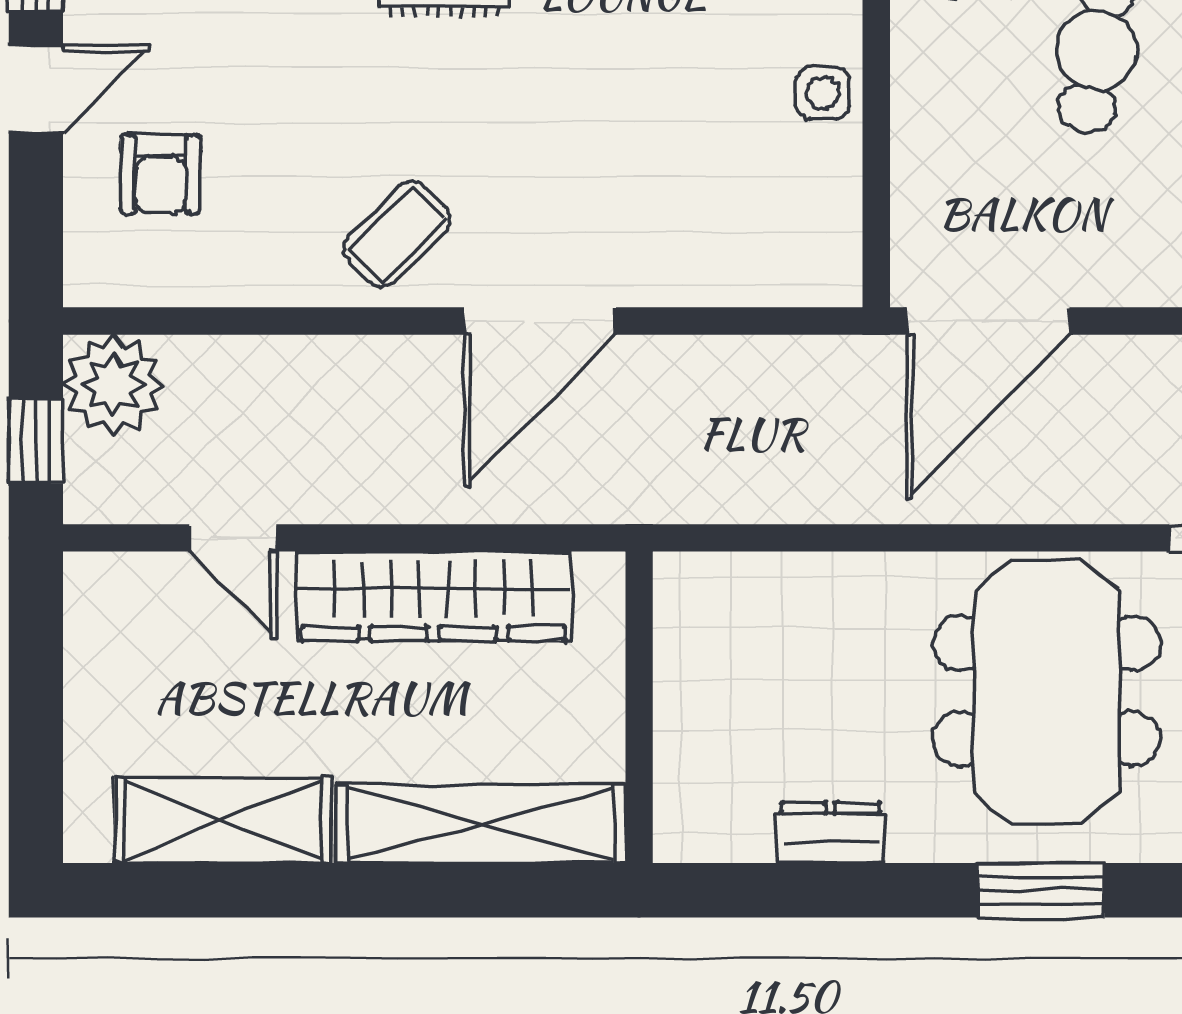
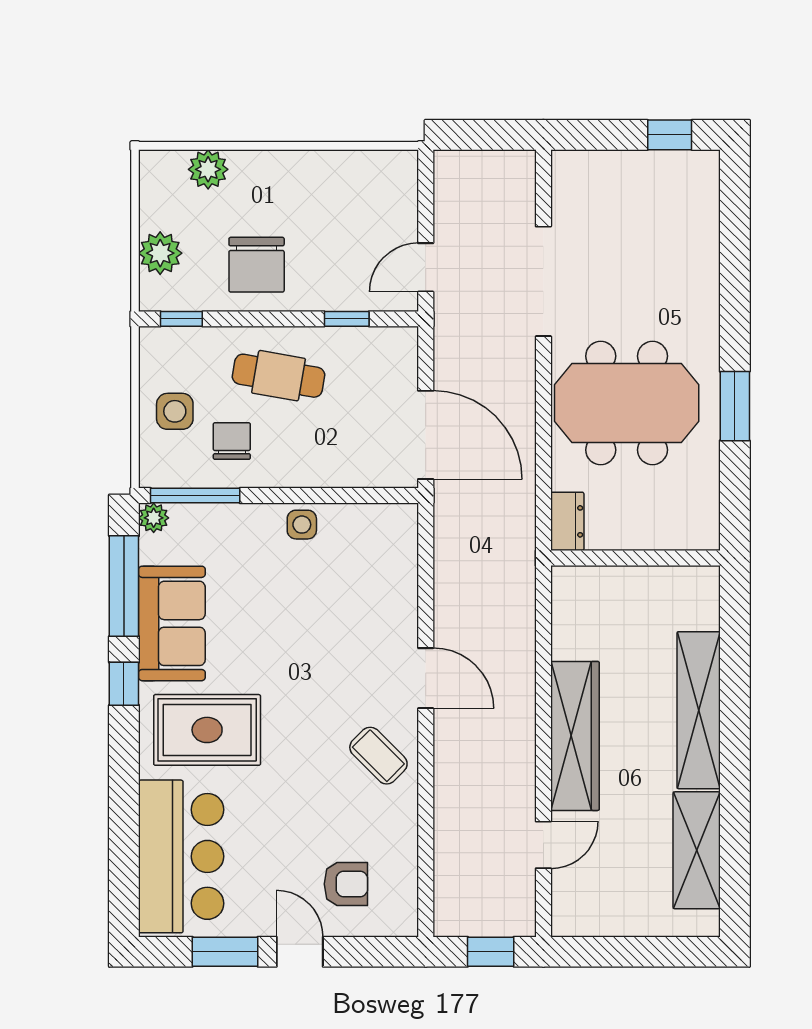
door: (540, 321) -> (426, 678), width x0.73
plant: (113, 385) -> (460, 910), removed
wall: (639, 707) -> (635, 558), moved
dresser: (830, 833) -> (567, 521), moved, turned 180

